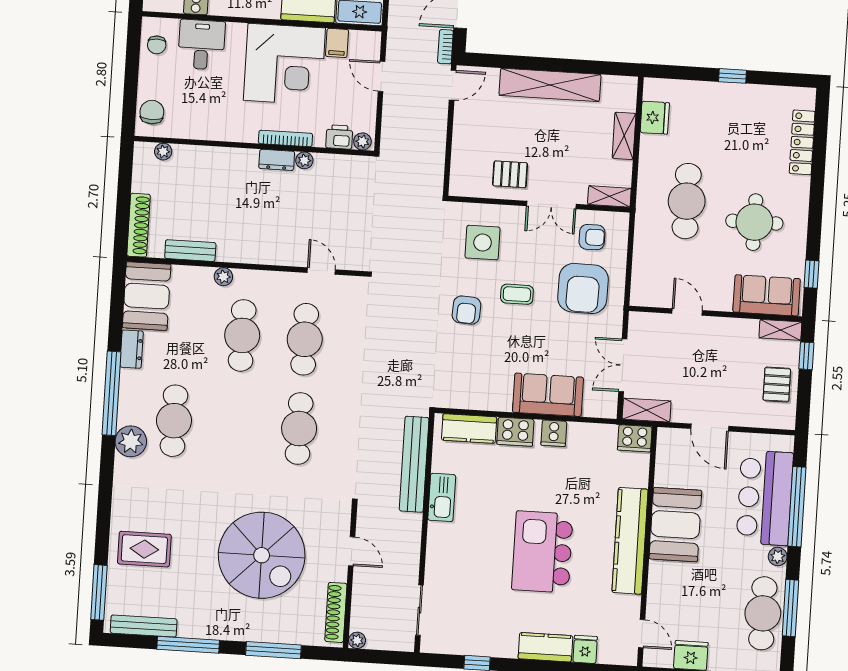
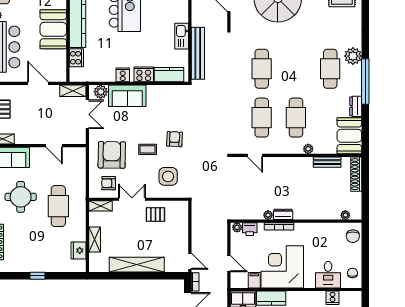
door: (453, 85) -> (190, 261), swing flipped
plant: (596, 405) -> (101, 92), added
cooker: (635, 438) -> (76, 58), moved, turned 90

